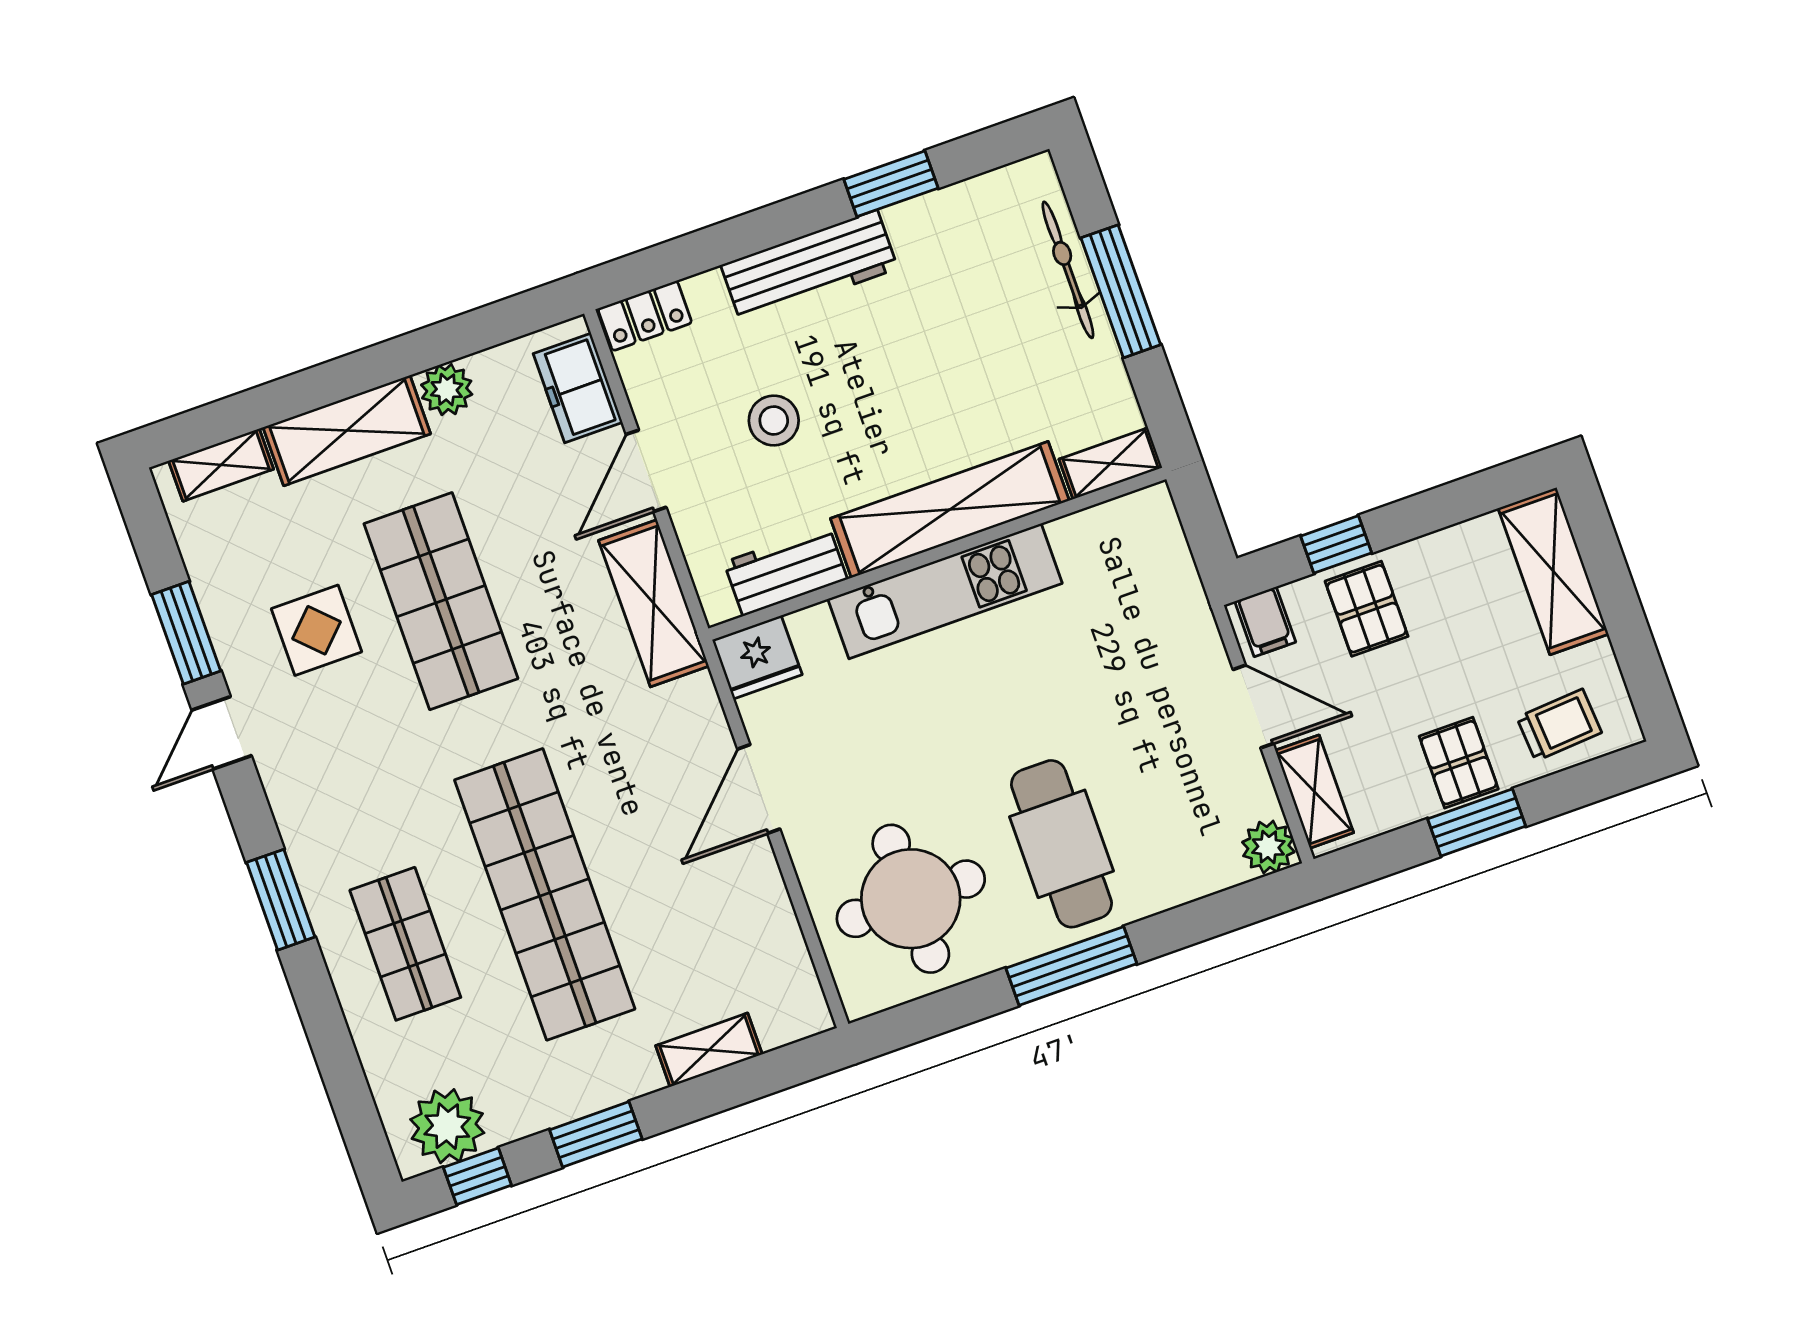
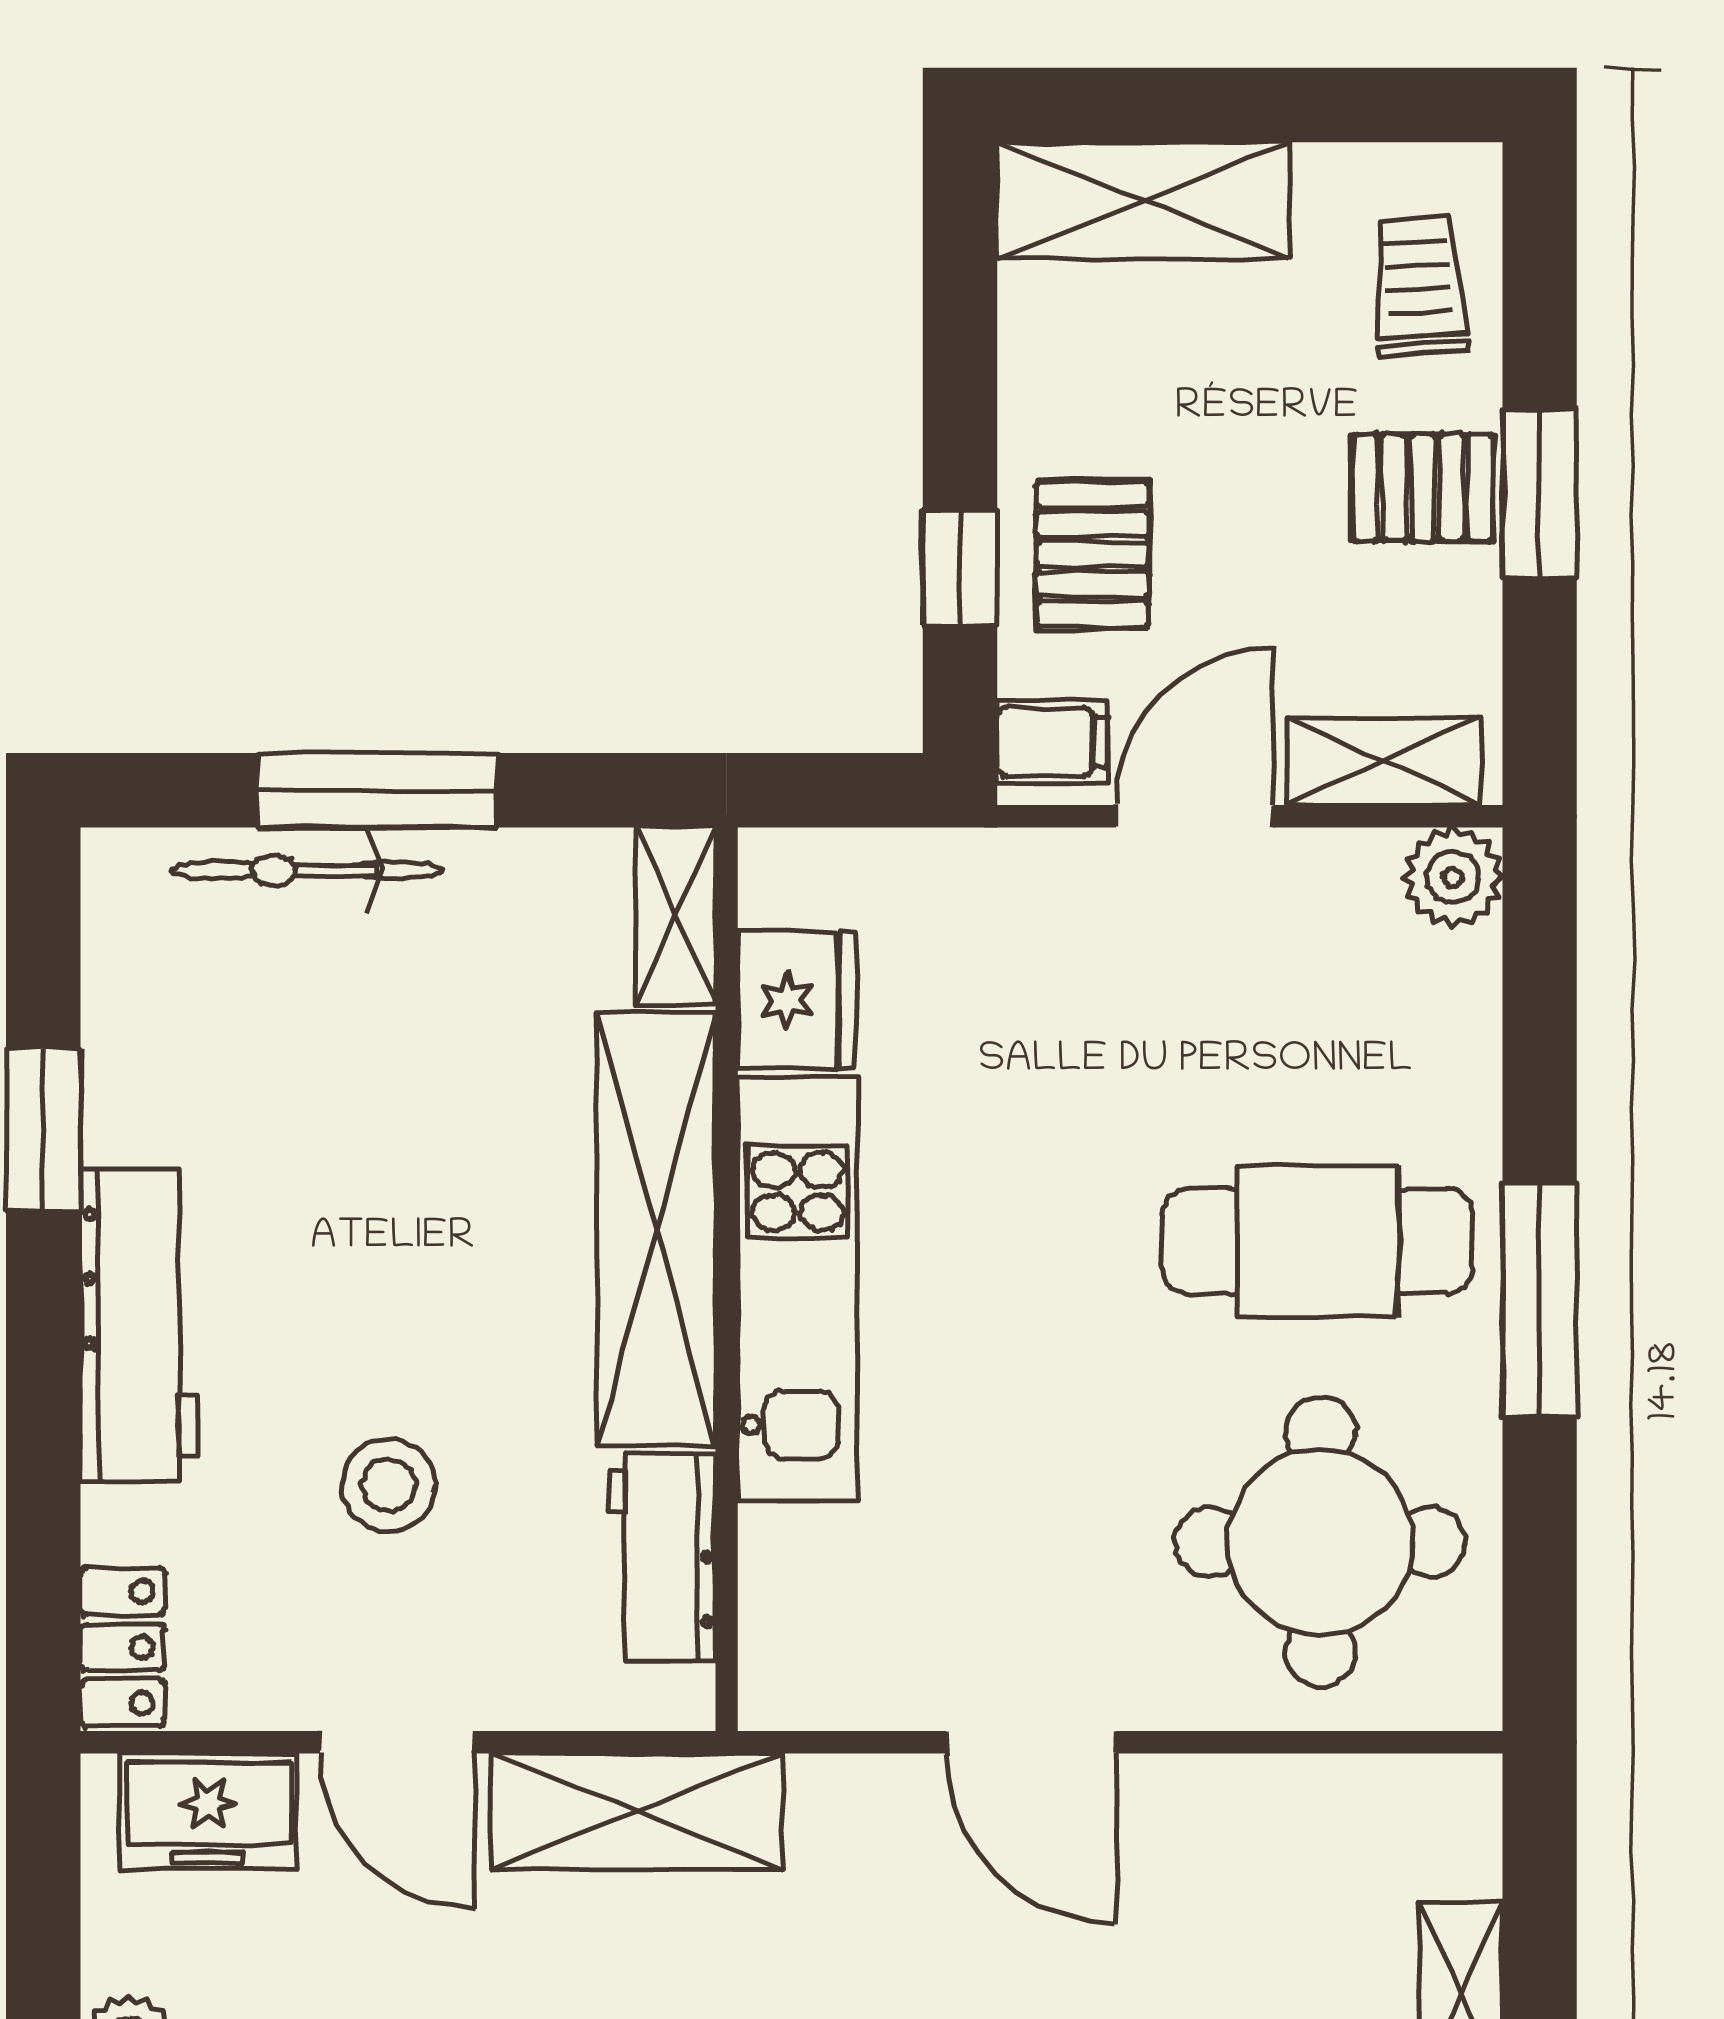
pallet: (1367, 609) -> (1093, 554), turned 90
fridge: (757, 657) -> (797, 1000), moved

